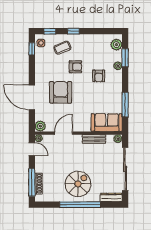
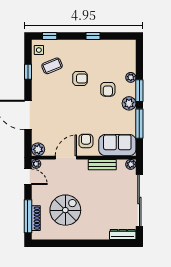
window: (73, 31) -> (93, 36), moved
plant: (116, 45) -> (129, 103), moved
coffee table: (62, 48) -> (52, 66), moved
window: (32, 49) -> (28, 72), moved
window: (125, 58) -> (139, 91), moved
armchair: (61, 92) -> (86, 141), moved, width x0.53, depth x0.53
spiral stairs: (78, 184) -> (65, 210), moved
window: (80, 205) -> (86, 243), removed

